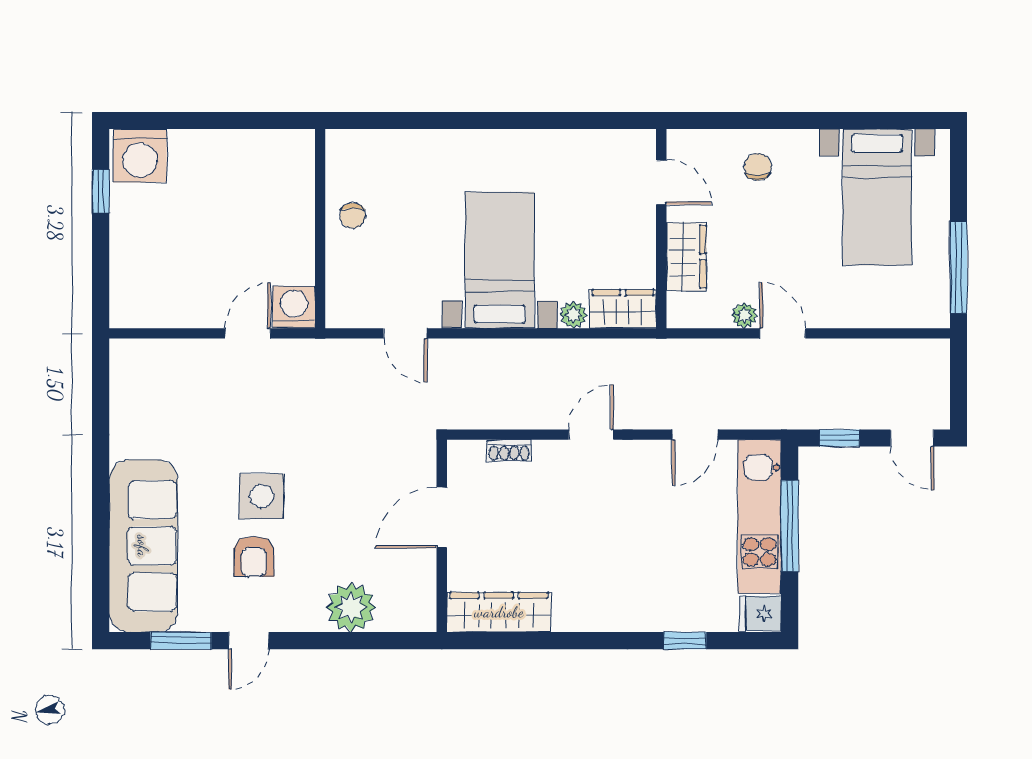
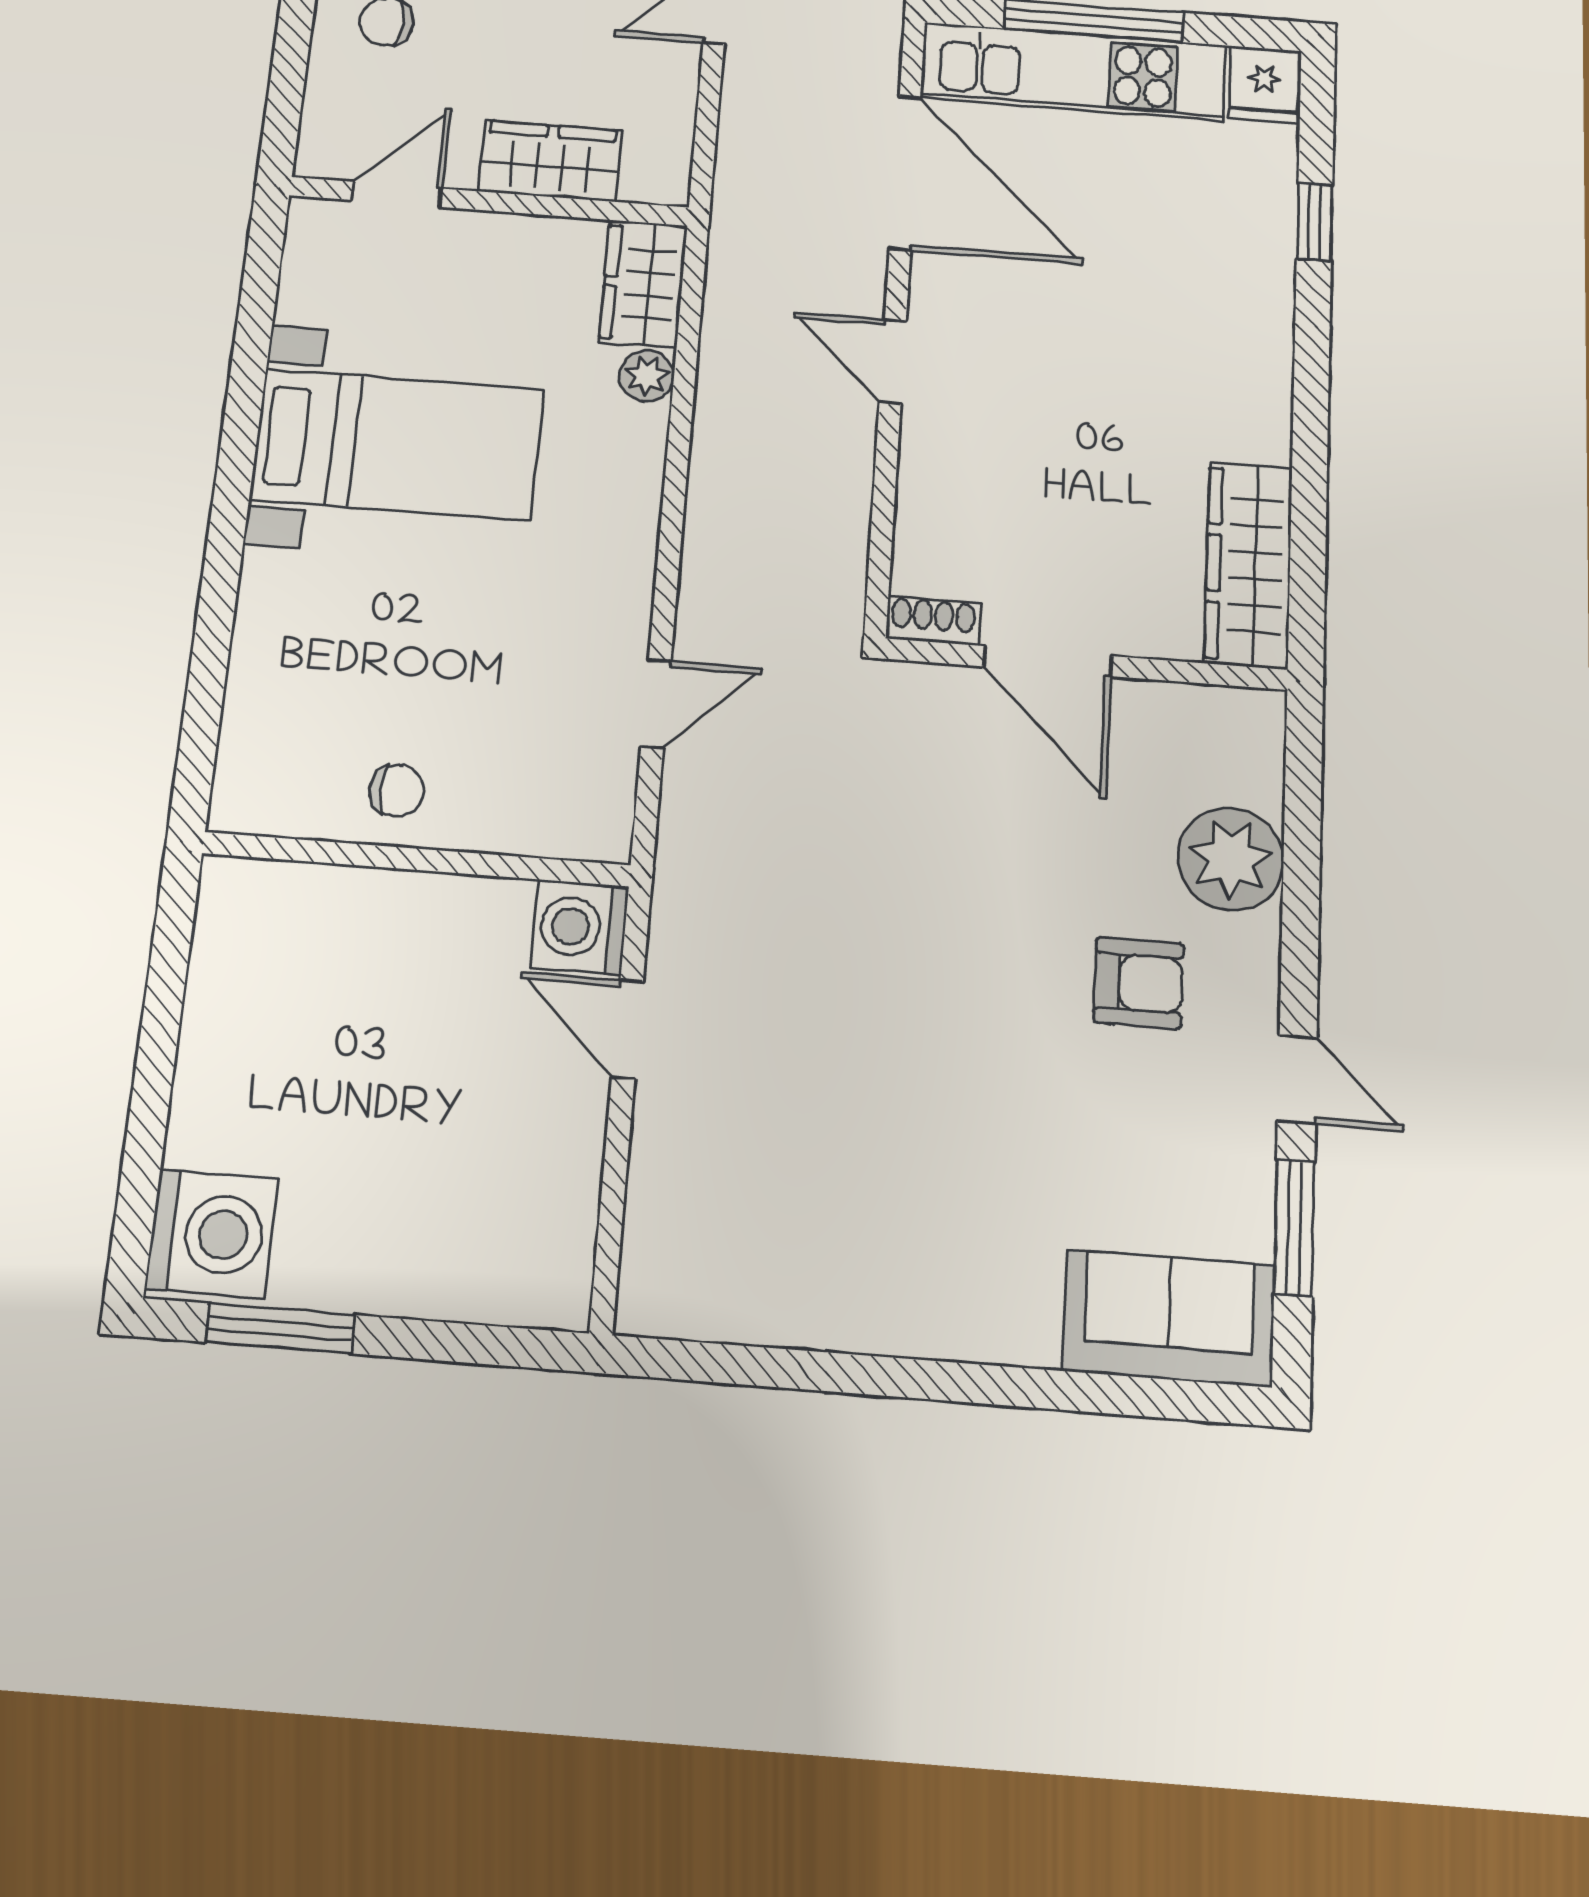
window: (101, 191) -> (280, 1328), width x1.50
bed with nightstands: (500, 260) -> (397, 444), moved, turned 180
plant: (744, 315) -> (676, 67), removed
door: (695, 435) -> (905, 173), width x1.87
shoe rack: (509, 451) -> (933, 621), moved, turned -90
side table: (262, 496) -> (984, 1027), removed
sofa: (143, 546) -> (1169, 1318), width x0.54, depth x0.79
armchair: (254, 557) -> (1139, 983), moved

